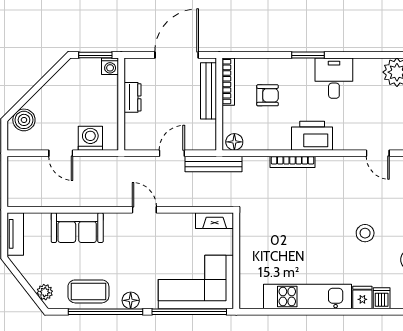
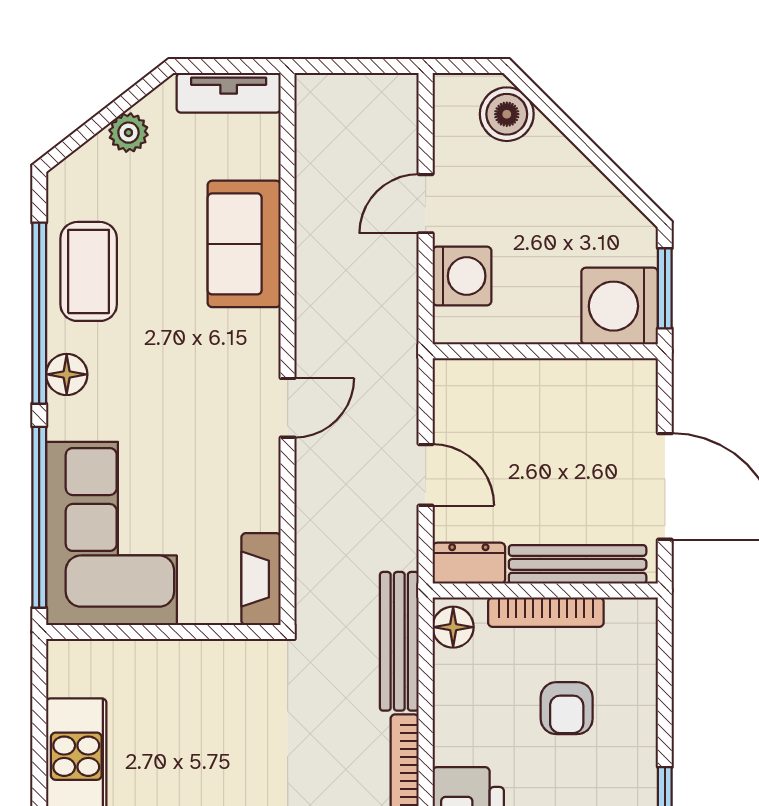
washing machine: (110, 66) -> (620, 306), width x1.89, depth x1.89
bookcase: (228, 82) -> (546, 612), moved
dresser: (132, 97) -> (469, 563), moved, turned 180
bench: (213, 164) -> (399, 641), moved
plant: (45, 292) -> (128, 133), moved

